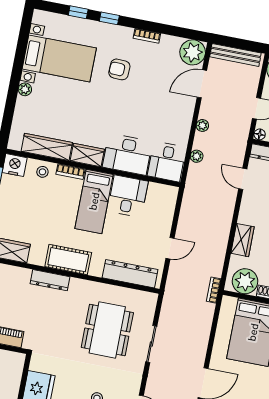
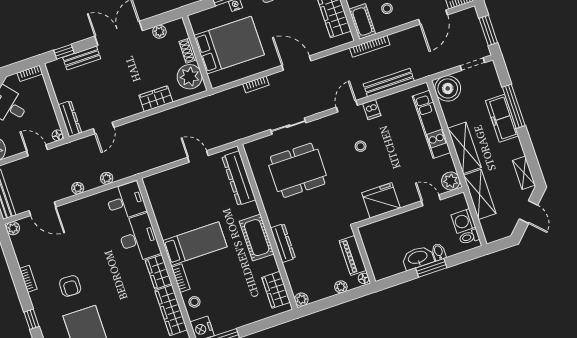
plant: (193, 52) -> (13, 228), width x0.53, depth x0.53
desk: (128, 196) -> (174, 218), removed
bookcase: (214, 290) -> (256, 84), moved

